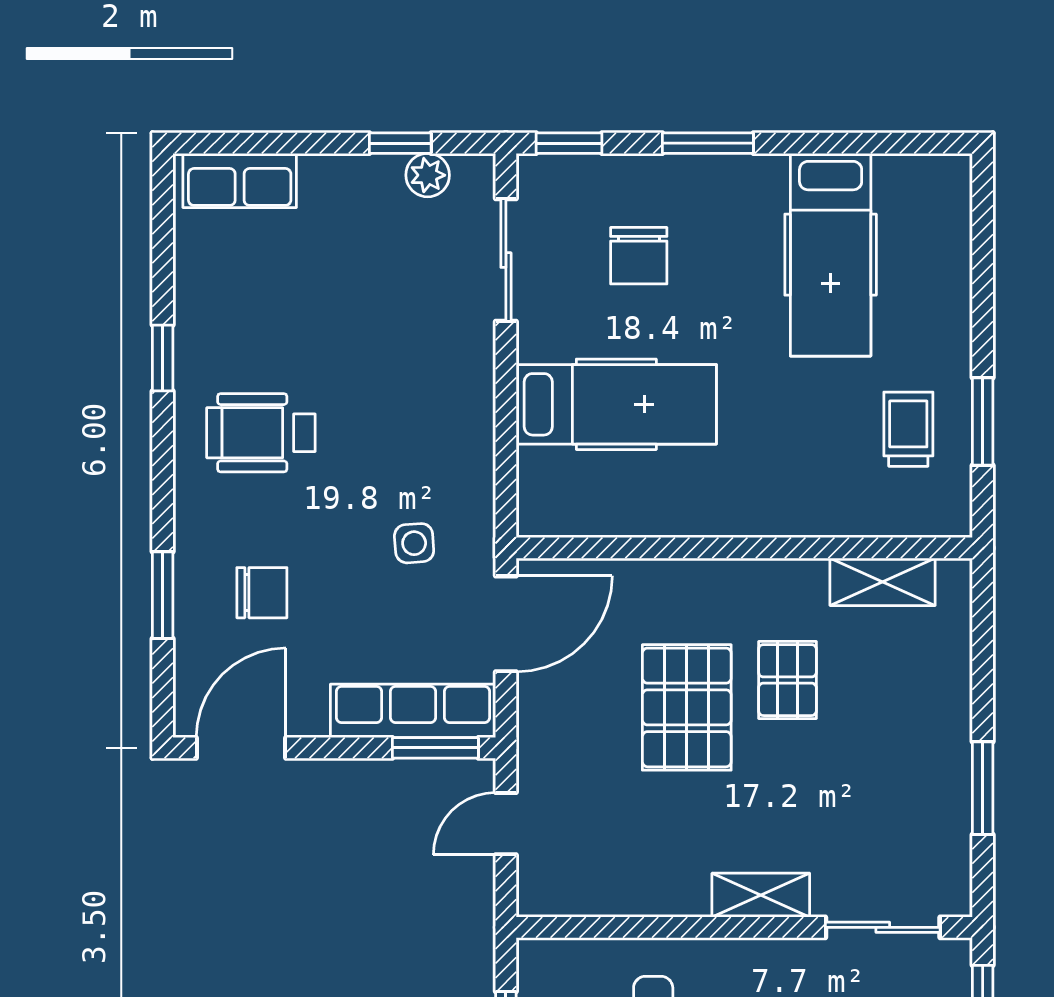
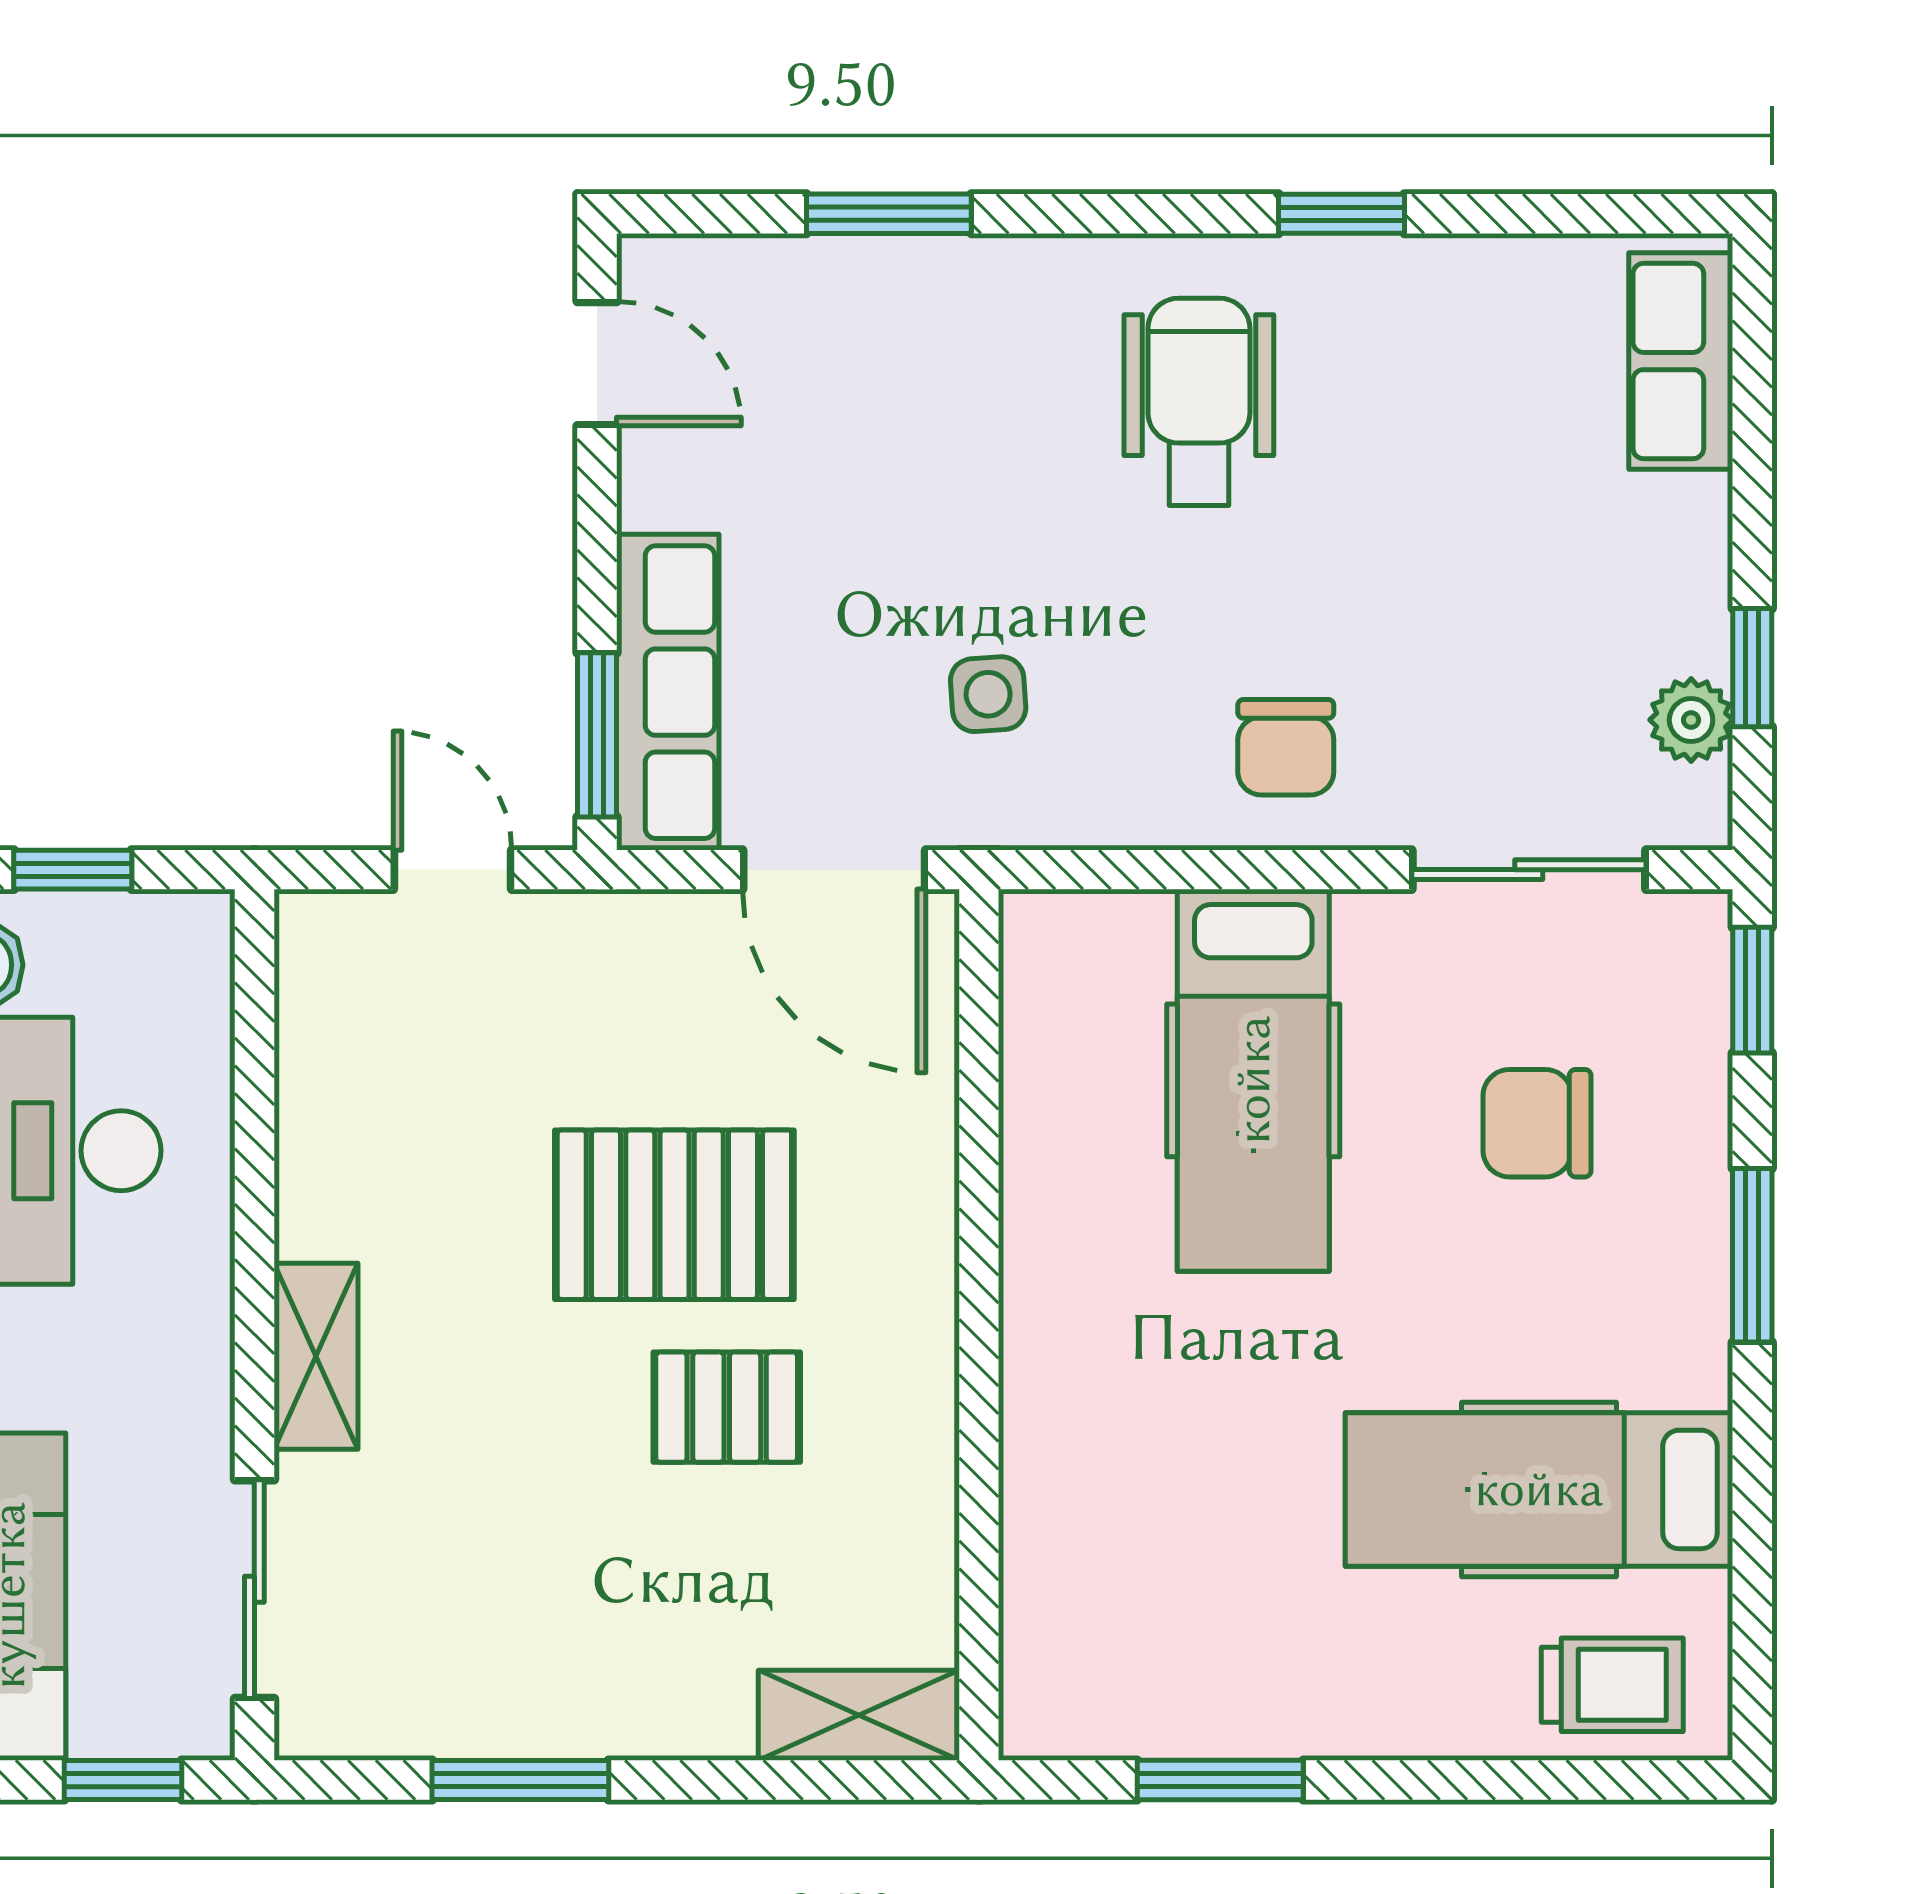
trolley: (908, 429) -> (1612, 1685), moved
shelving: (883, 582) -> (859, 1715), moved, turned 90
chair: (262, 593) -> (1286, 747), moved
door: (241, 748) -> (597, 364), width x0.73

